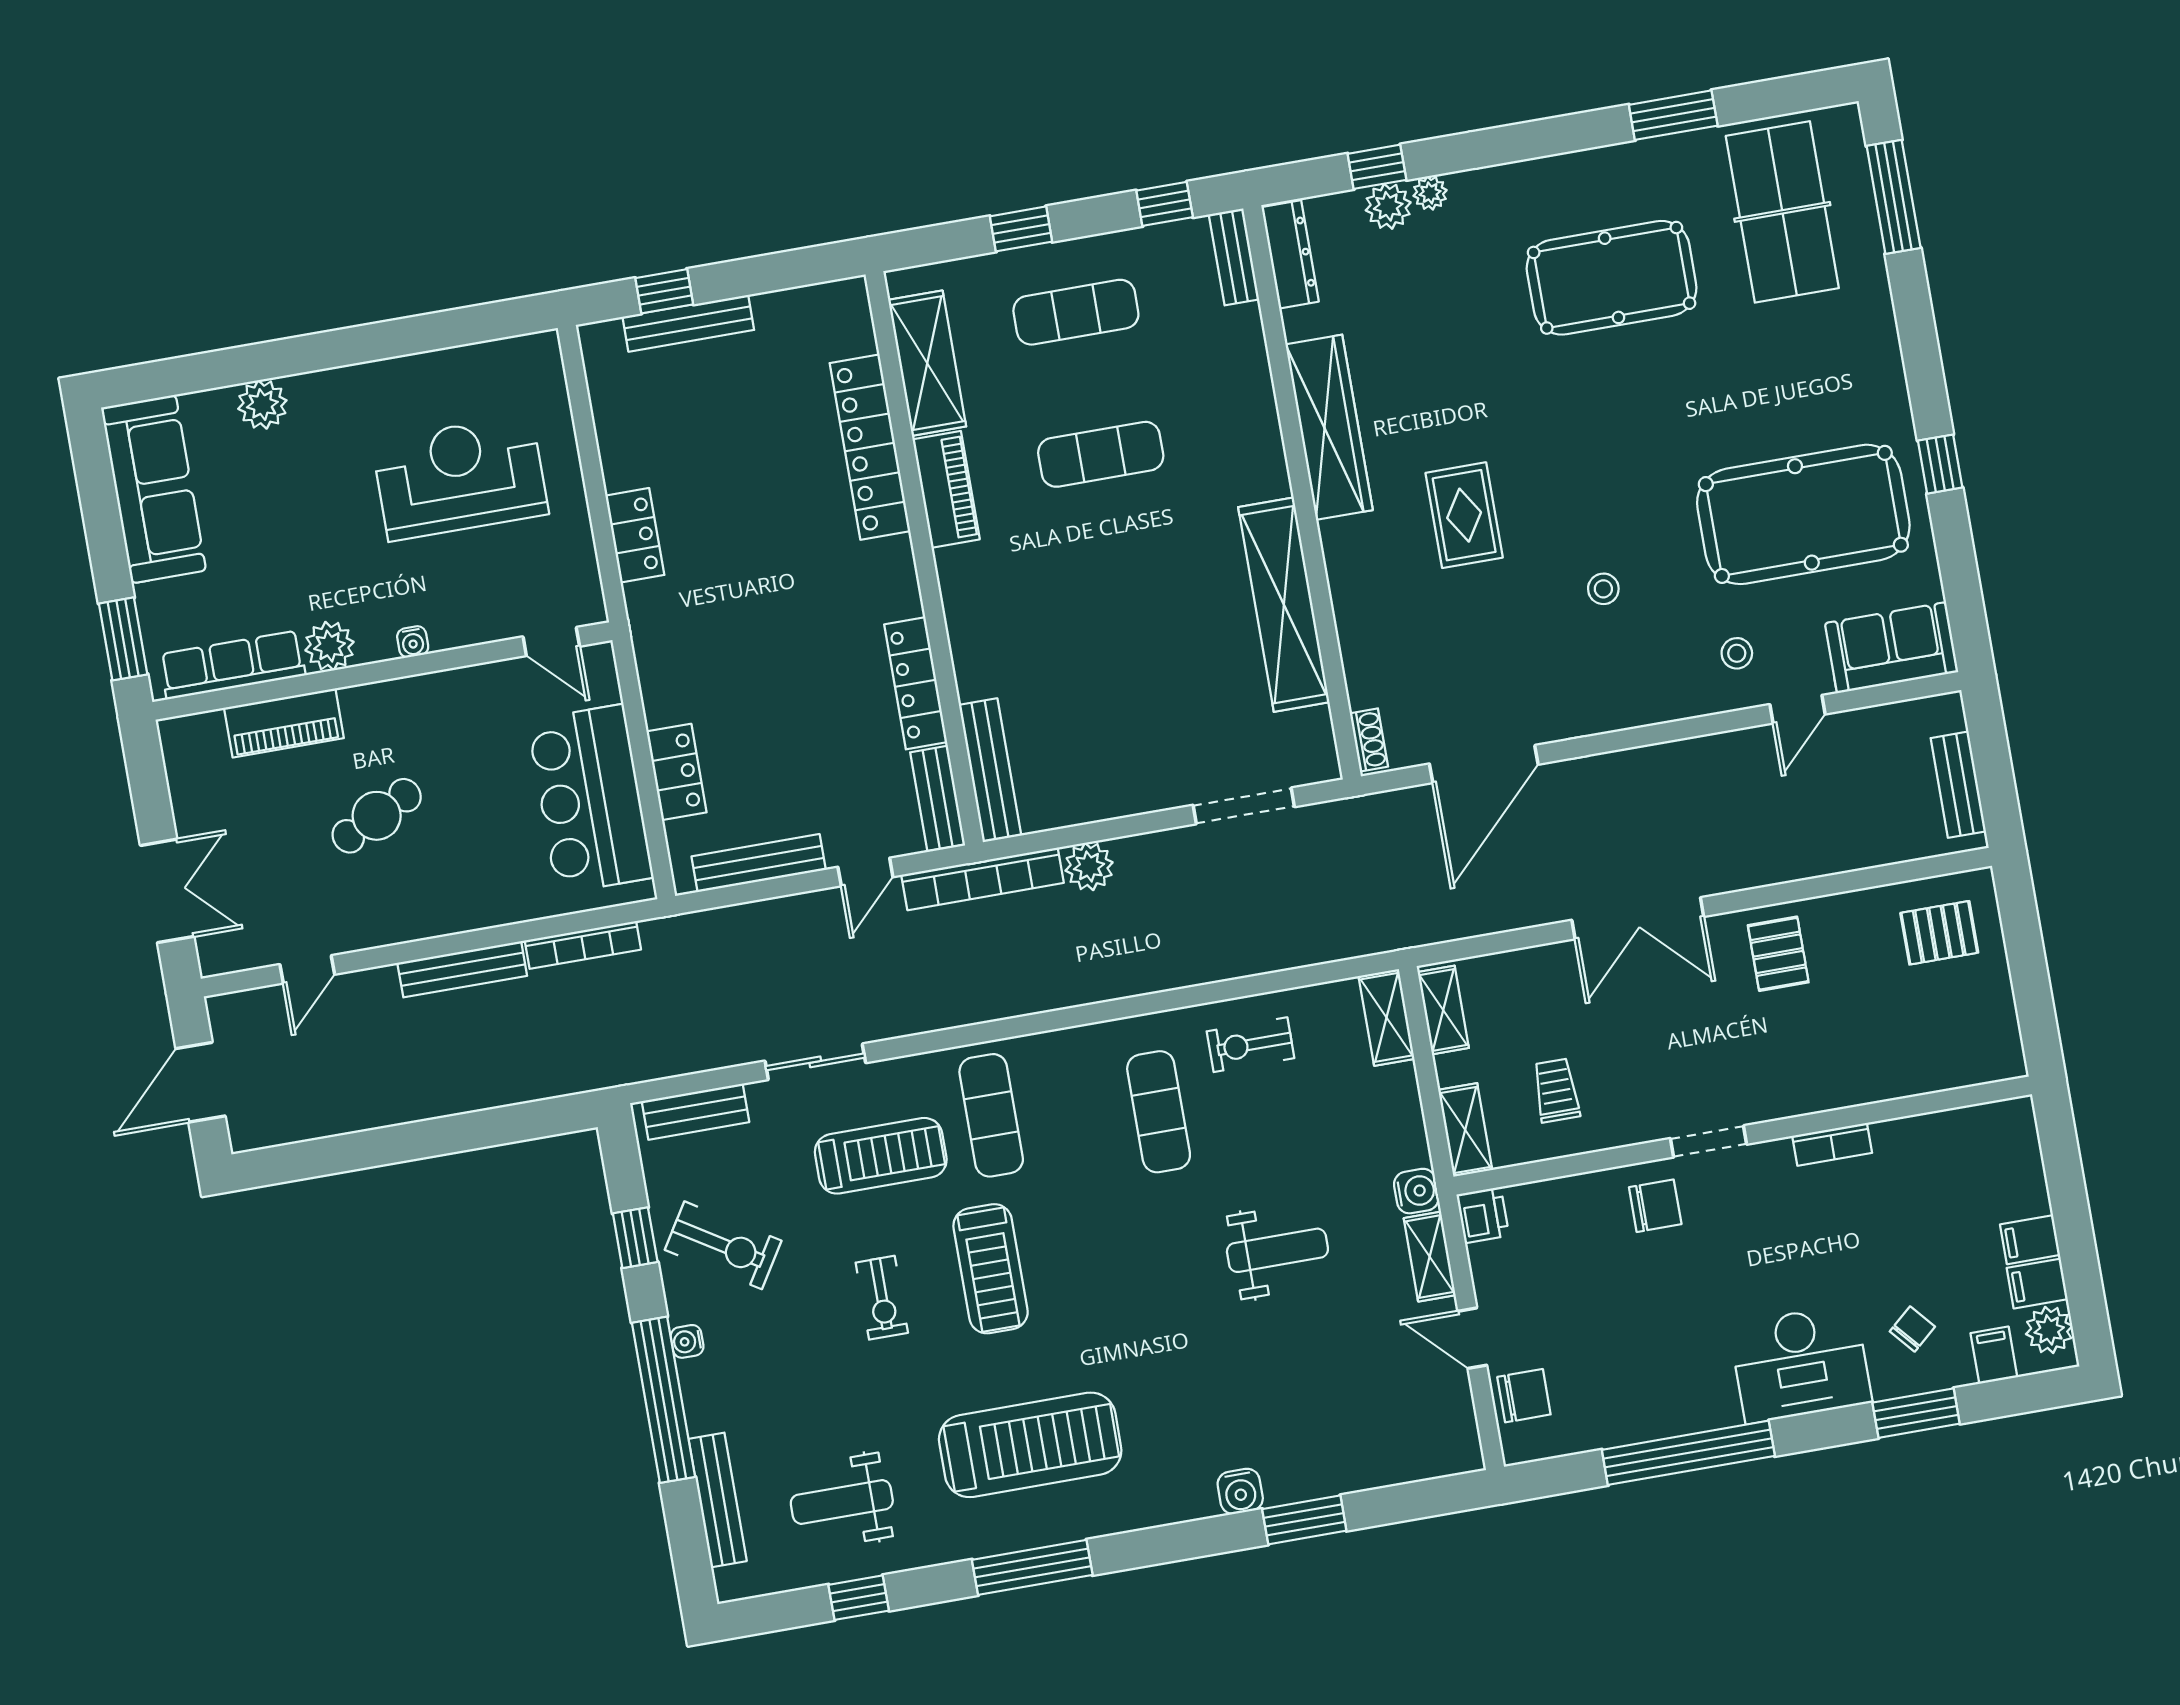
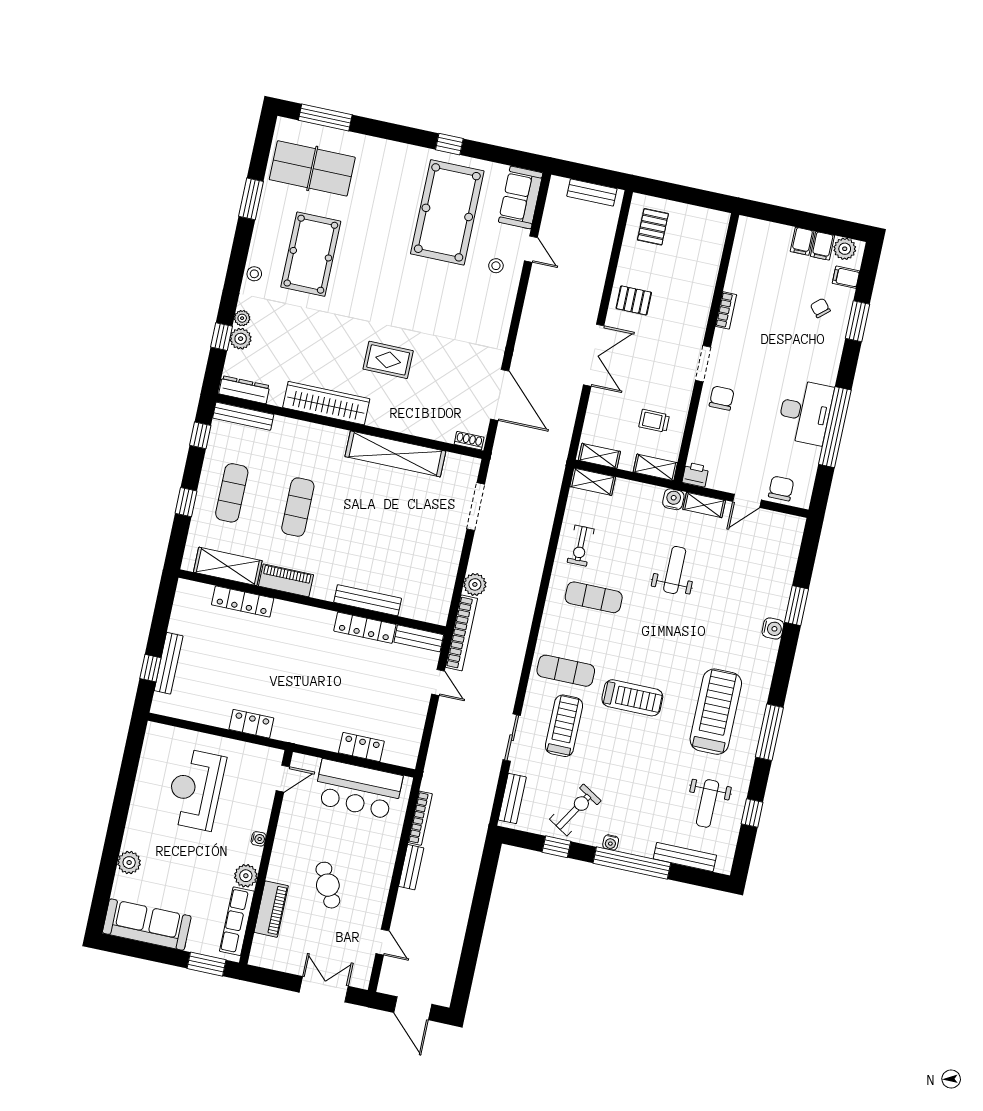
bench: (1234, 257) -> (243, 416), width x1.36
locker: (870, 447) -> (243, 601), width x0.71, depth x0.83
stool: (1603, 589) -> (254, 274), moved
bench: (990, 770) -> (368, 600), moved
bench: (759, 863) -> (415, 727), removed
bench: (462, 969) -> (411, 867), width x0.73
exercise bike: (882, 1298) -> (626, 750), removed
desk: (1800, 1364) -> (805, 412), moved

